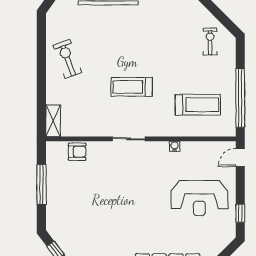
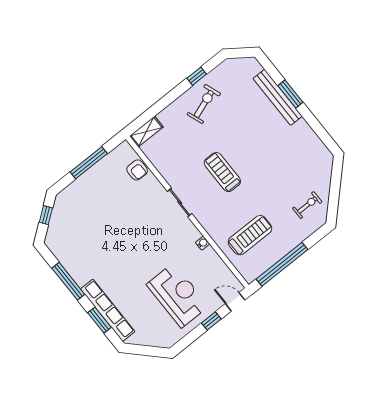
window: (41, 47) -> (197, 76), added
treadmill: (198, 105) -> (250, 235), turned -90
reception desk: (199, 198) -> (178, 295), turned 180
window: (240, 213) -> (211, 321), moved

